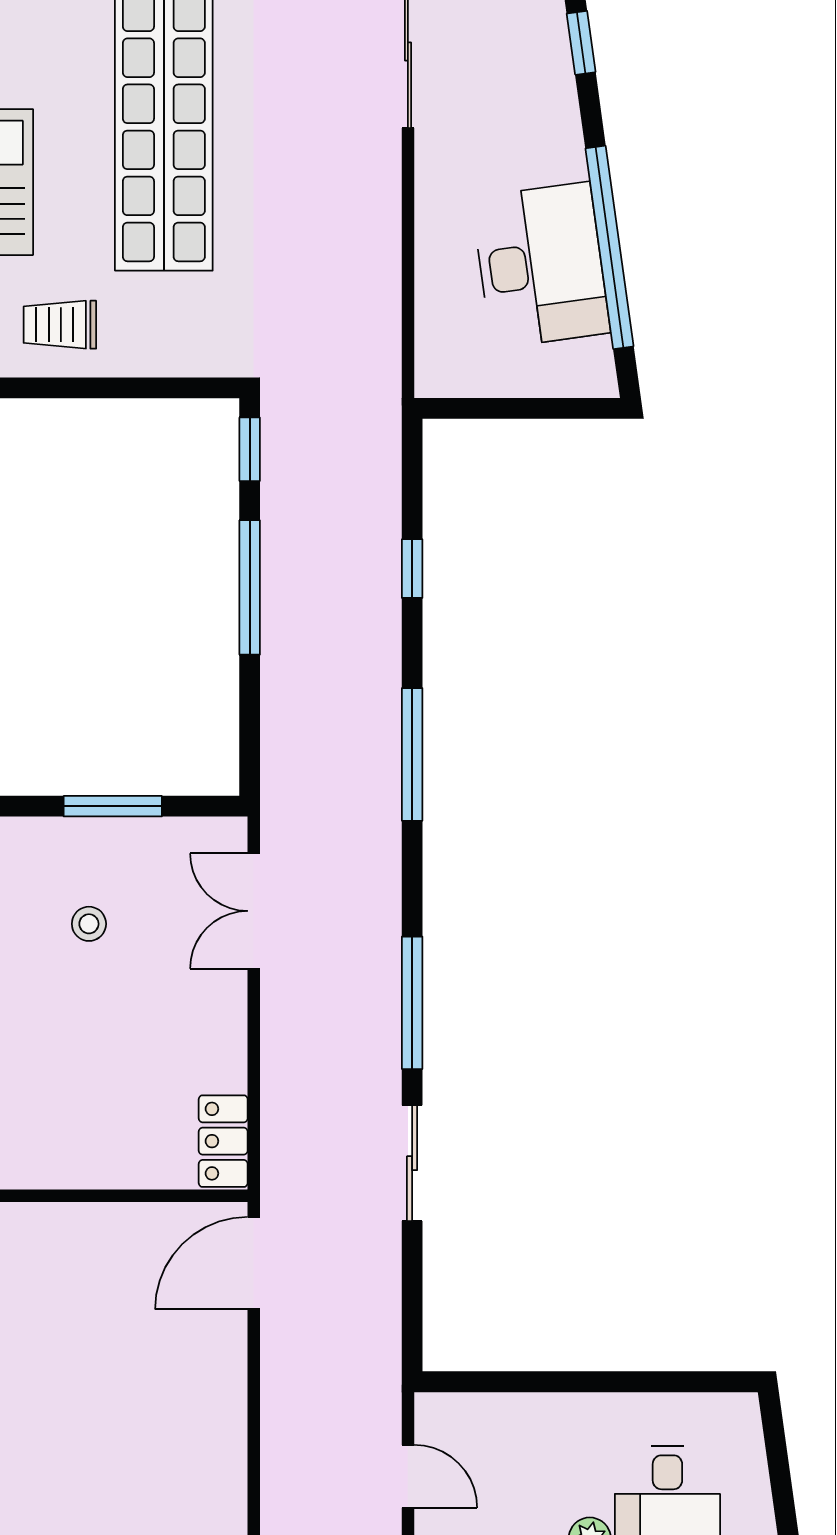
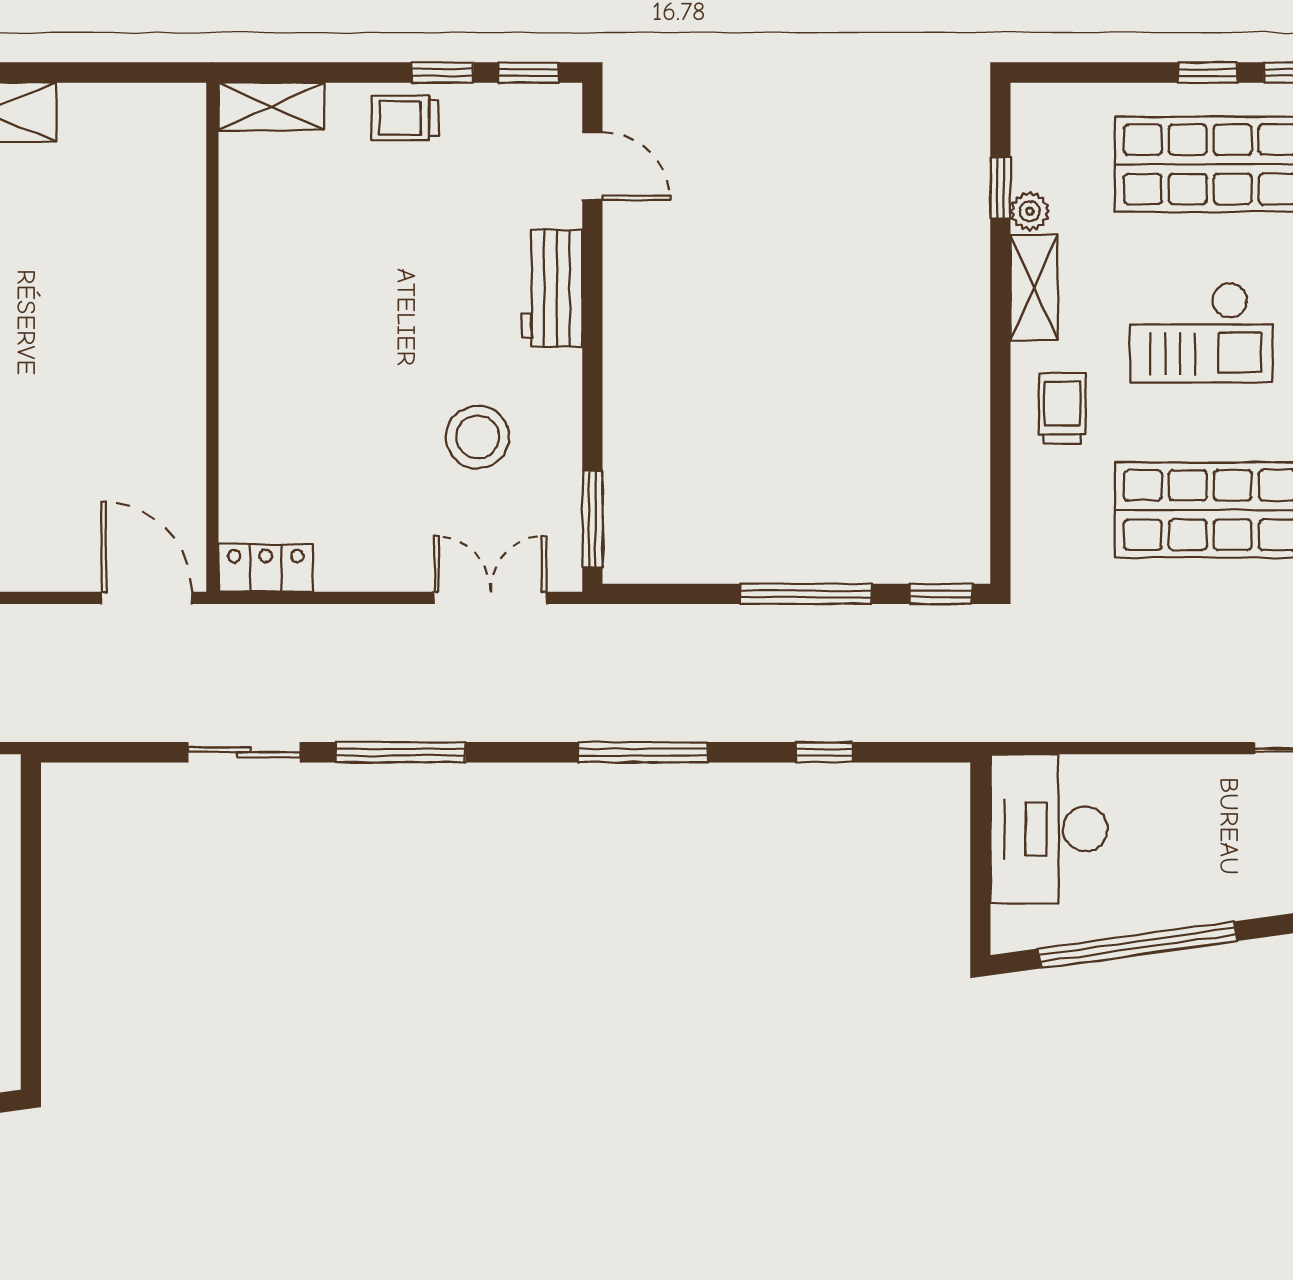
desk: (541, 265) -> (1049, 829), moved, turned 98
window: (113, 806) -> (592, 519), moved
stool: (89, 924) -> (478, 437), width x1.89, depth x1.89

